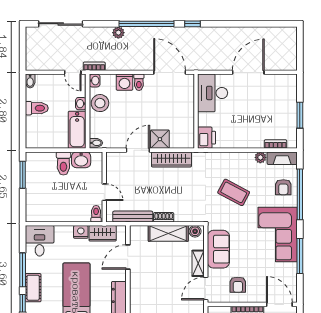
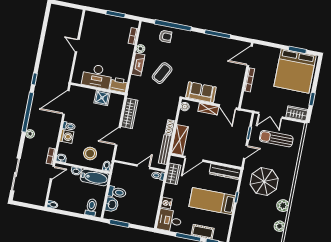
door: (248, 72) -> (77, 45), width x0.53
desk: (213, 93) -> (97, 76), moved
stool: (100, 103) -> (90, 153), moved
toilet: (37, 108) -> (91, 207), moved
shower: (160, 139) -> (102, 98), moved
door: (138, 150) -> (118, 136), hinge flipped
fireplace: (282, 158) -> (138, 65), moved
washbasin: (81, 160) -> (112, 204), moved
nightstand: (81, 232) -> (166, 203), moved
shelving: (168, 233) -> (180, 140), moved
corner sofa: (278, 235) -> (199, 47), removed
door: (128, 257) -> (194, 159), hinge flipped
armchair: (238, 285) -> (230, 83), removed

